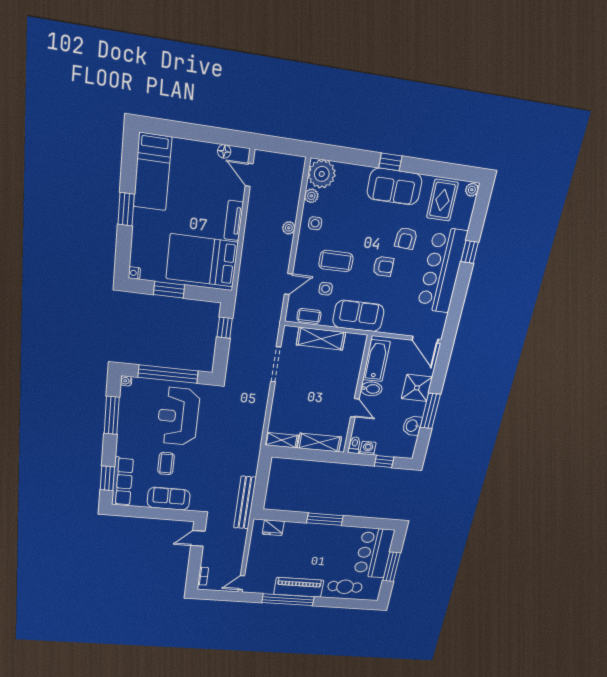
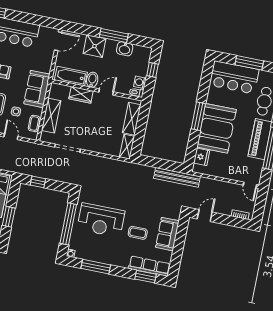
wardrobe: (351, 376) -> (81, 95), added
door: (198, 538) -> (205, 216), swing flipped
booth: (310, 540) -> (217, 128), added

